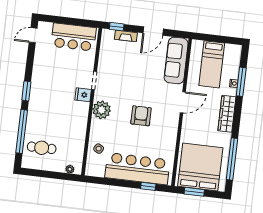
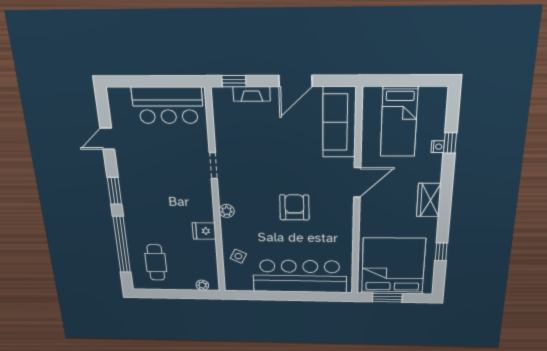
door: (33, 35) -> (107, 139), moved
window: (241, 82) -> (450, 143), width x0.46
fridge: (83, 95) -> (204, 231), moved
plant: (102, 110) -> (227, 211), width x0.53, depth x0.53
wardrobe: (227, 114) -> (429, 200), width x0.67
cafe table: (42, 148) -> (156, 262), turned 90
window: (232, 159) -> (441, 252), width x0.32
window: (148, 186) -> (319, 296), removed

